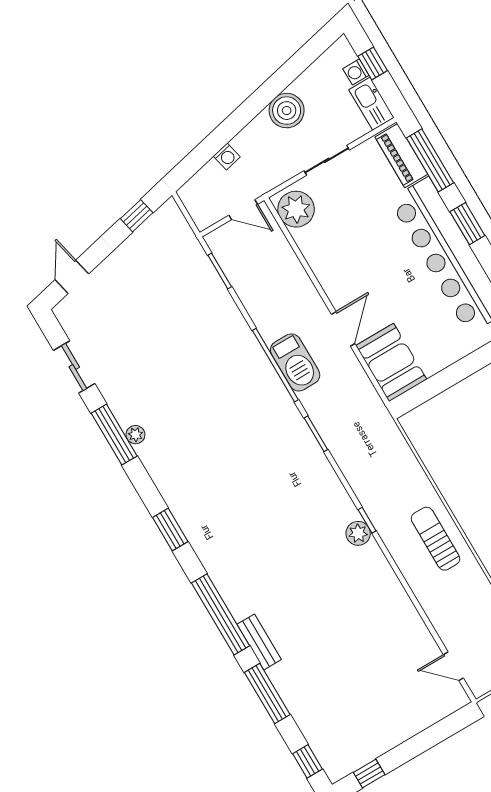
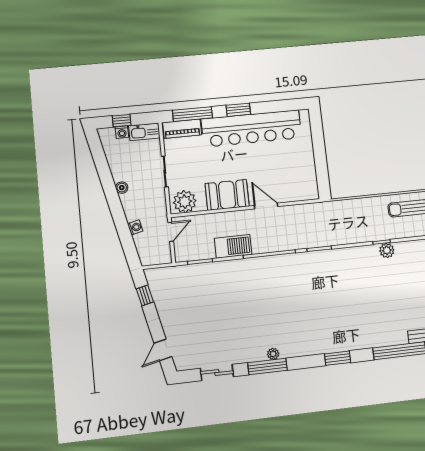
boiler: (287, 111) -> (122, 188), width x0.54, depth x0.54
door: (72, 277) -> (163, 350), hinge flipped
barbecue: (295, 362) -> (233, 246), moved
booth: (391, 362) -> (227, 195), moved

